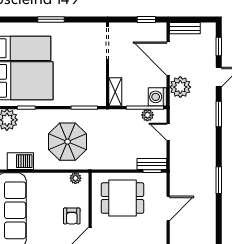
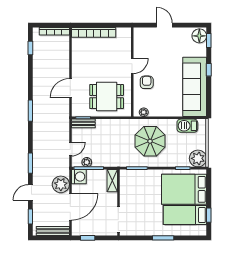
bench: (185, 28) -> (53, 231), width x1.36
door: (168, 59) -> (70, 207), hinge flipped
door: (168, 132) -> (70, 149), hinge flipped

